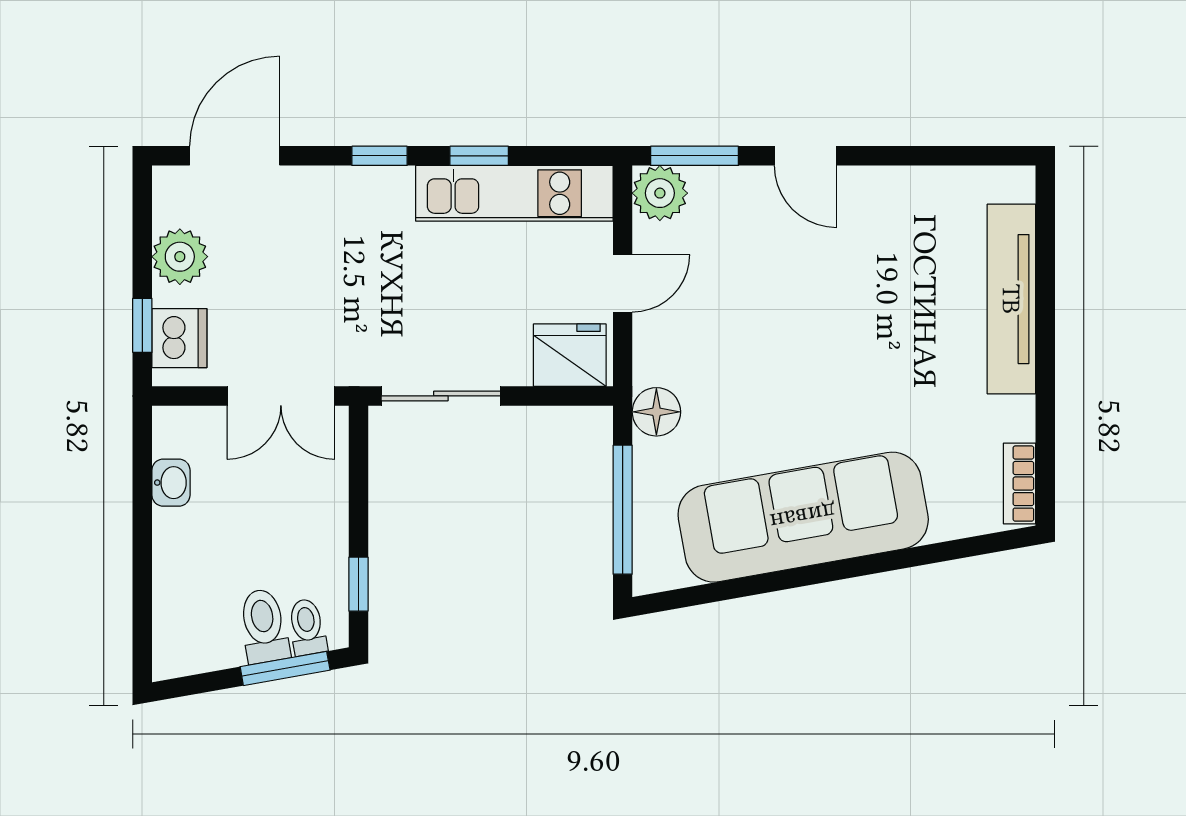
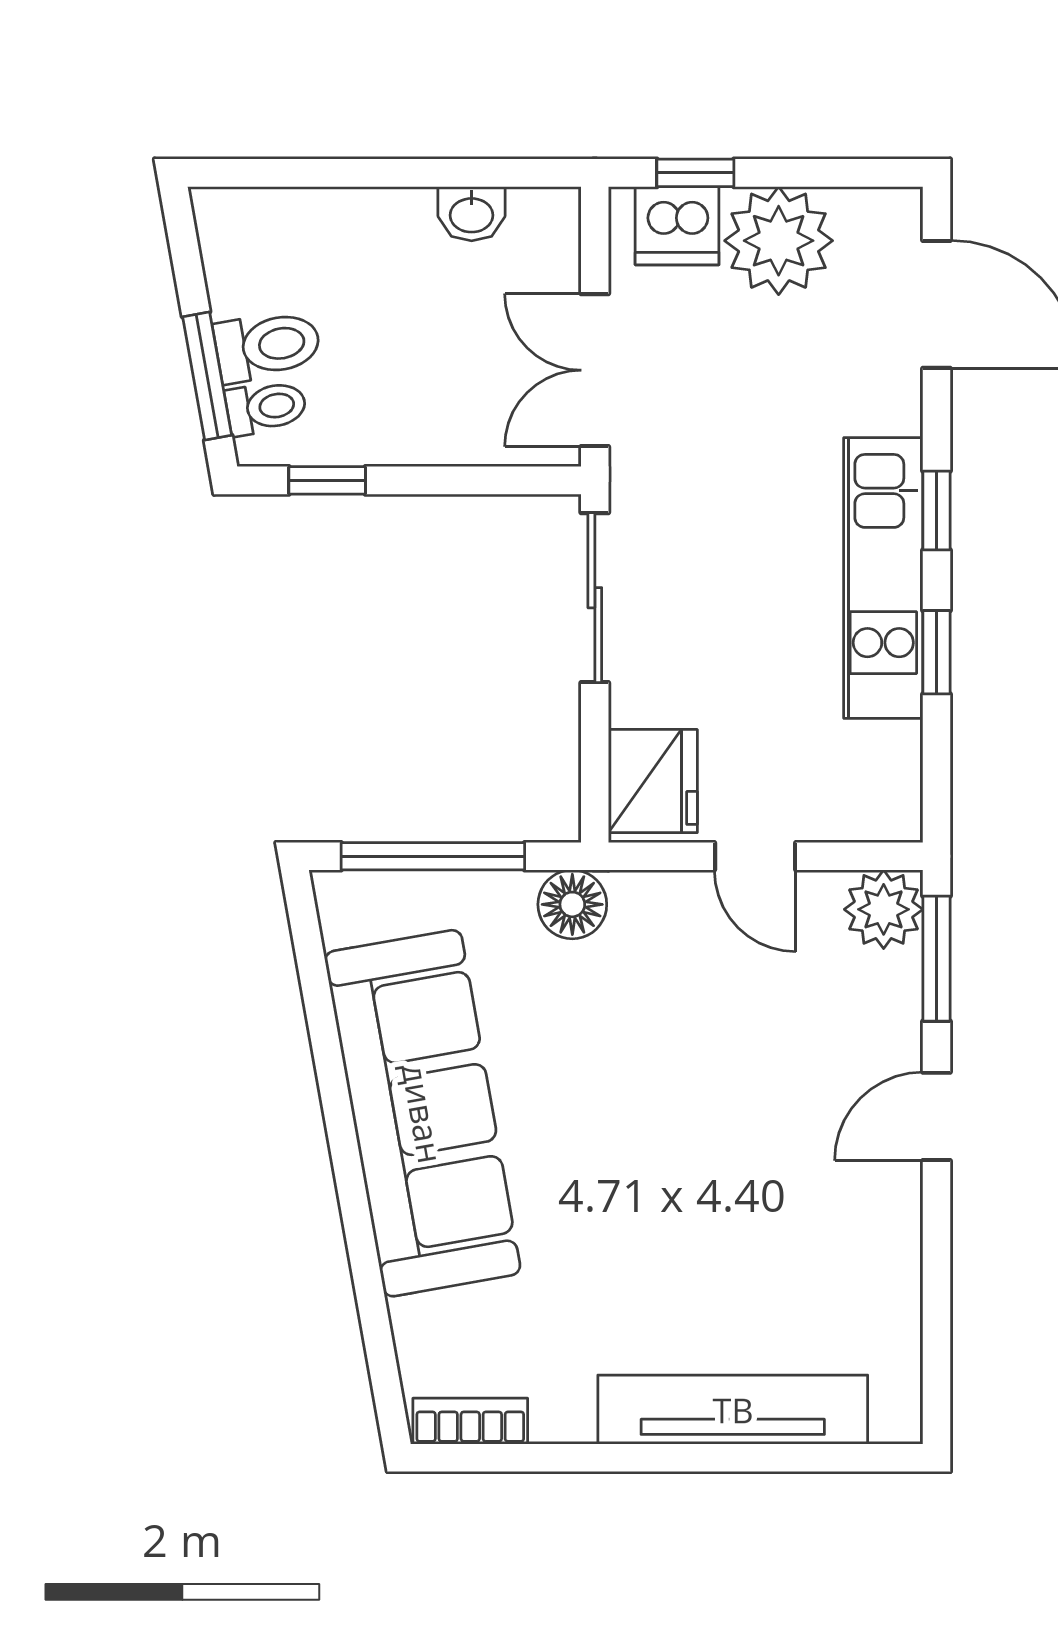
kitchen unit: (514, 193) -> (883, 578), moved
plant: (180, 257) -> (779, 241), width x1.36, depth x1.36

